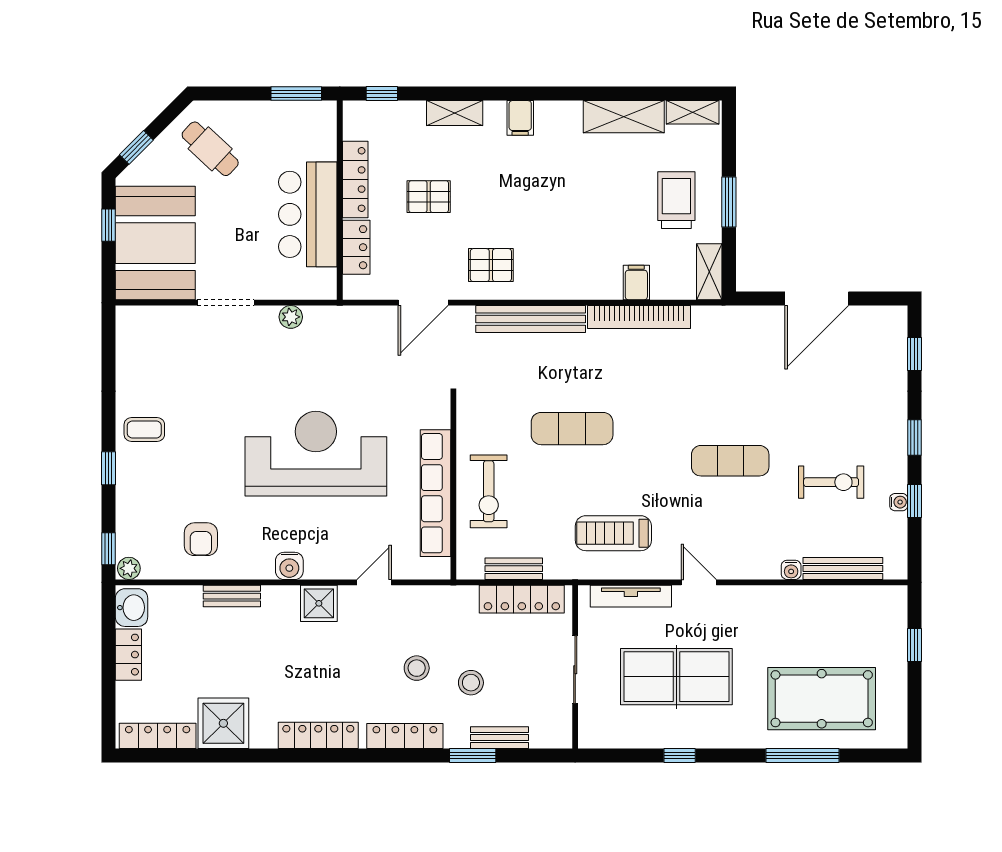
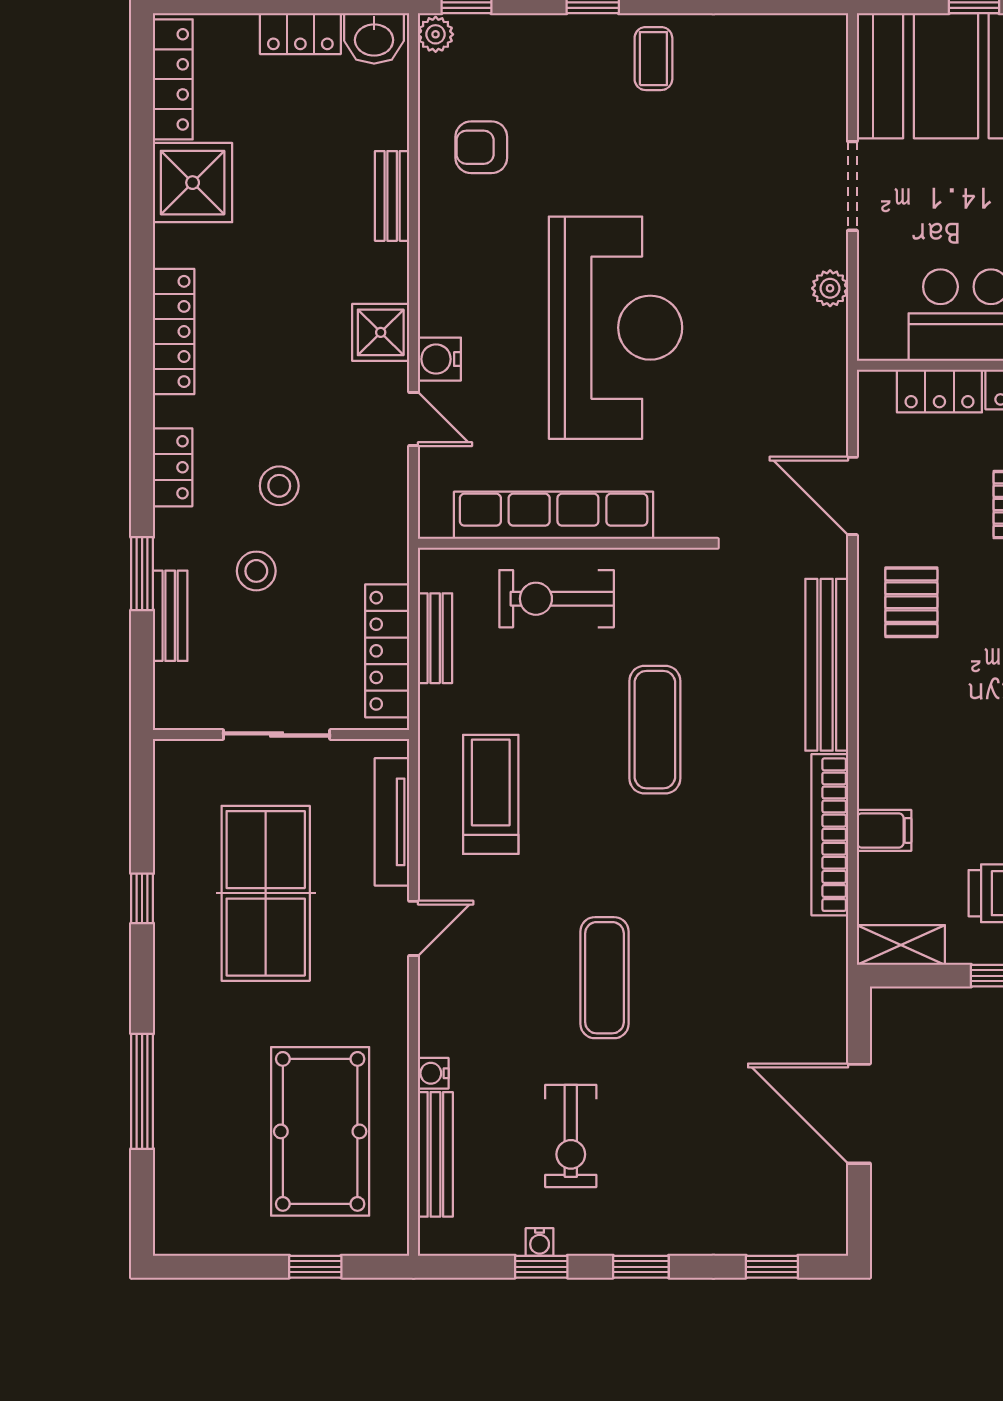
water cooler: (289, 566) -> (439, 359), moved
pool table: (822, 699) -> (320, 1131), moved
locker: (405, 736) -> (173, 467), width x0.66

